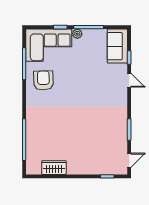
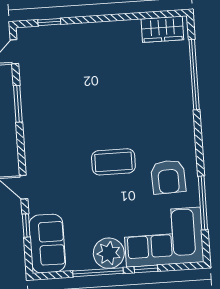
plant: (77, 34) -> (109, 253), width x1.88, depth x1.88
coffee table: (75, 91) -> (113, 162), added
wardrobe: (54, 168) -> (162, 29), moved

